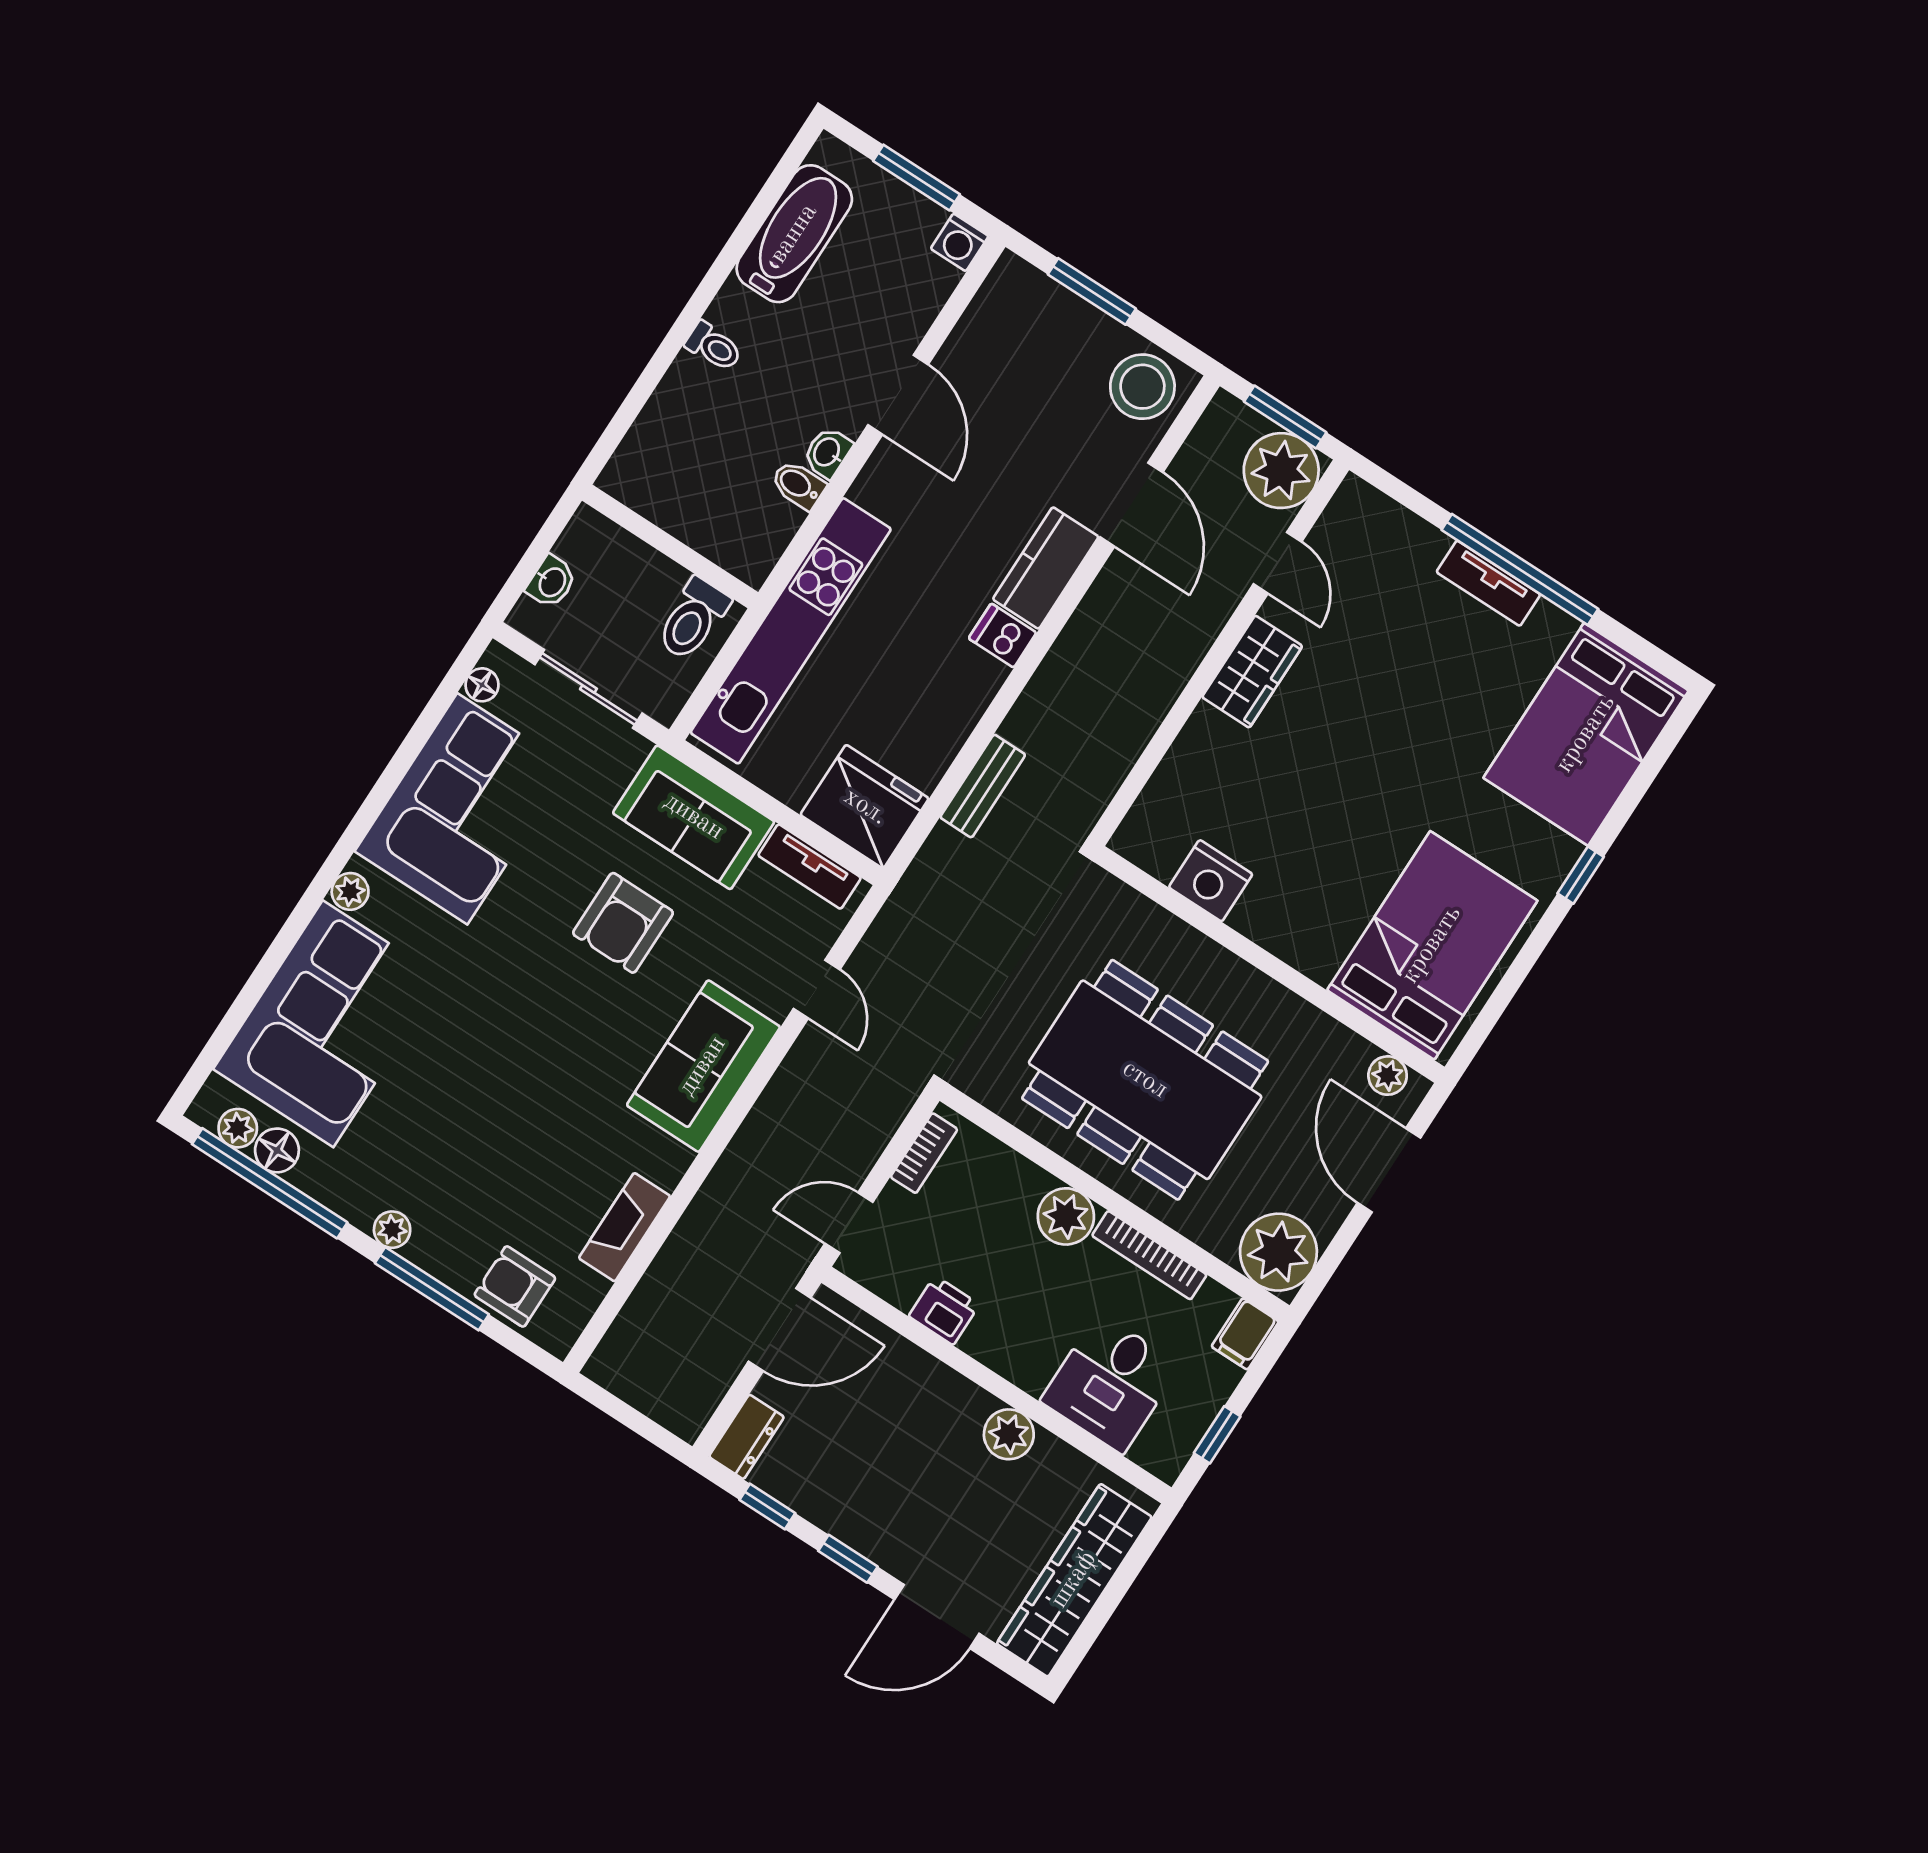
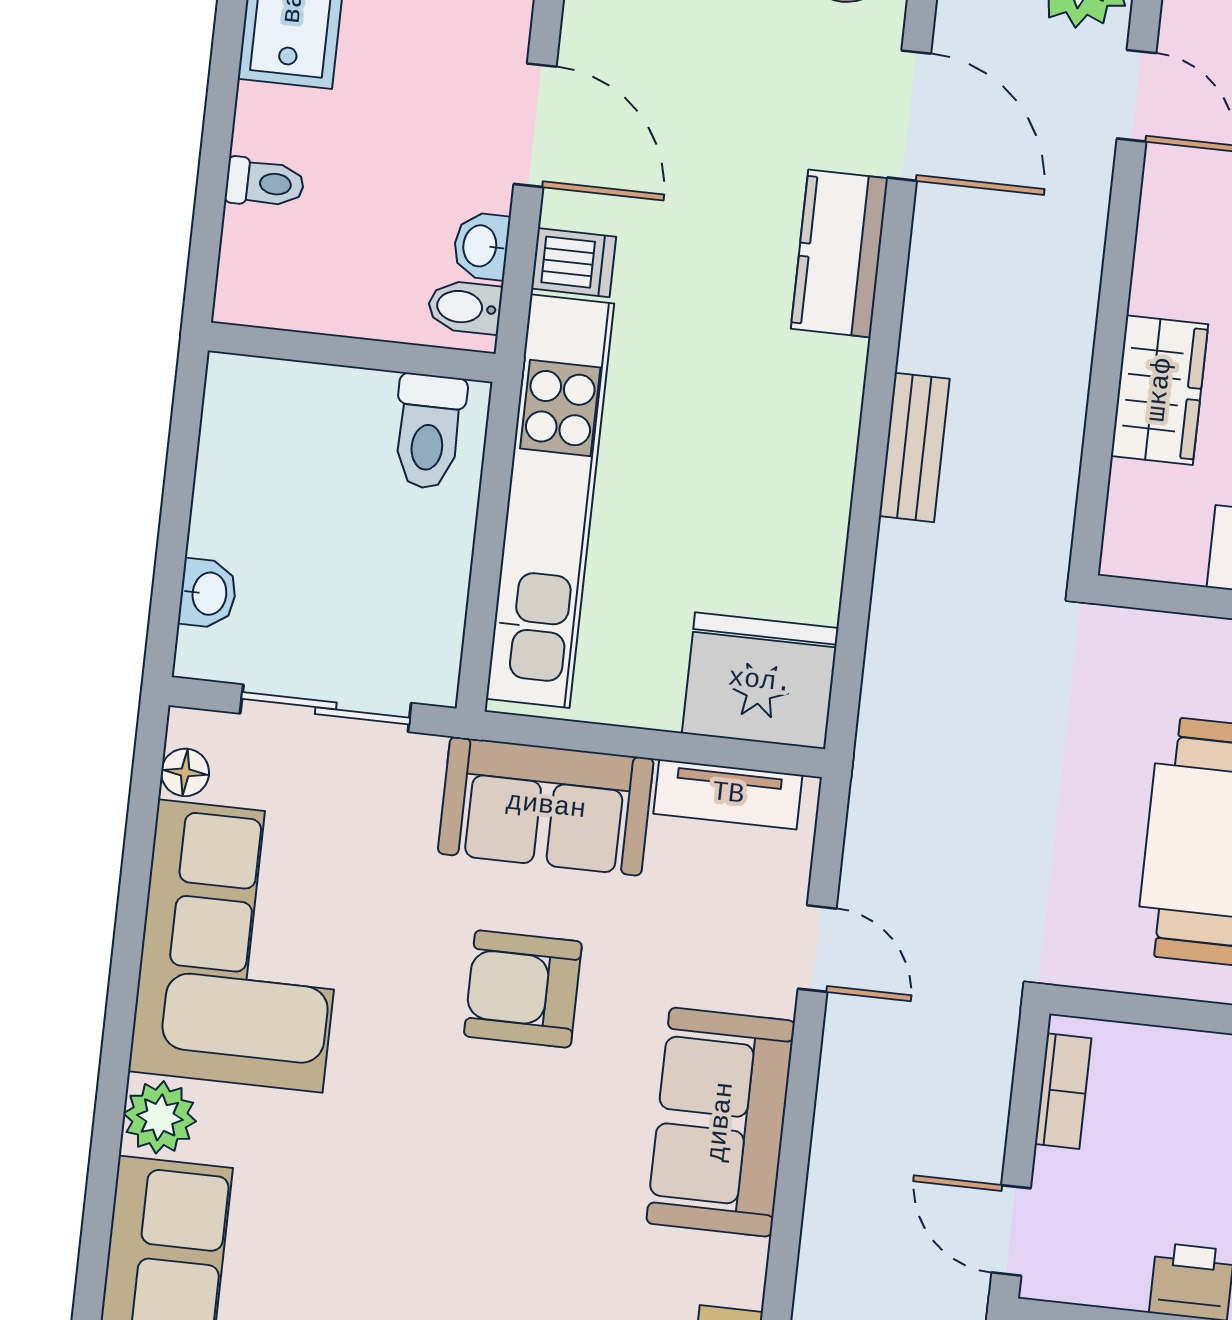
wall: (670, 546) -> (352, 352), moved
toilet: (693, 619) -> (429, 432), moved
dishwasher: (1002, 636) -> (574, 263), moved, turned 180
wardrobe: (1252, 672) -> (1160, 390), moved
bench: (983, 786) -> (914, 447), moved
plant: (350, 891) -> (160, 1117), width x1.38, depth x1.38
armchair: (623, 923) -> (523, 989), turned 90
door: (849, 1223) -> (1011, 1230), hinge flipped

